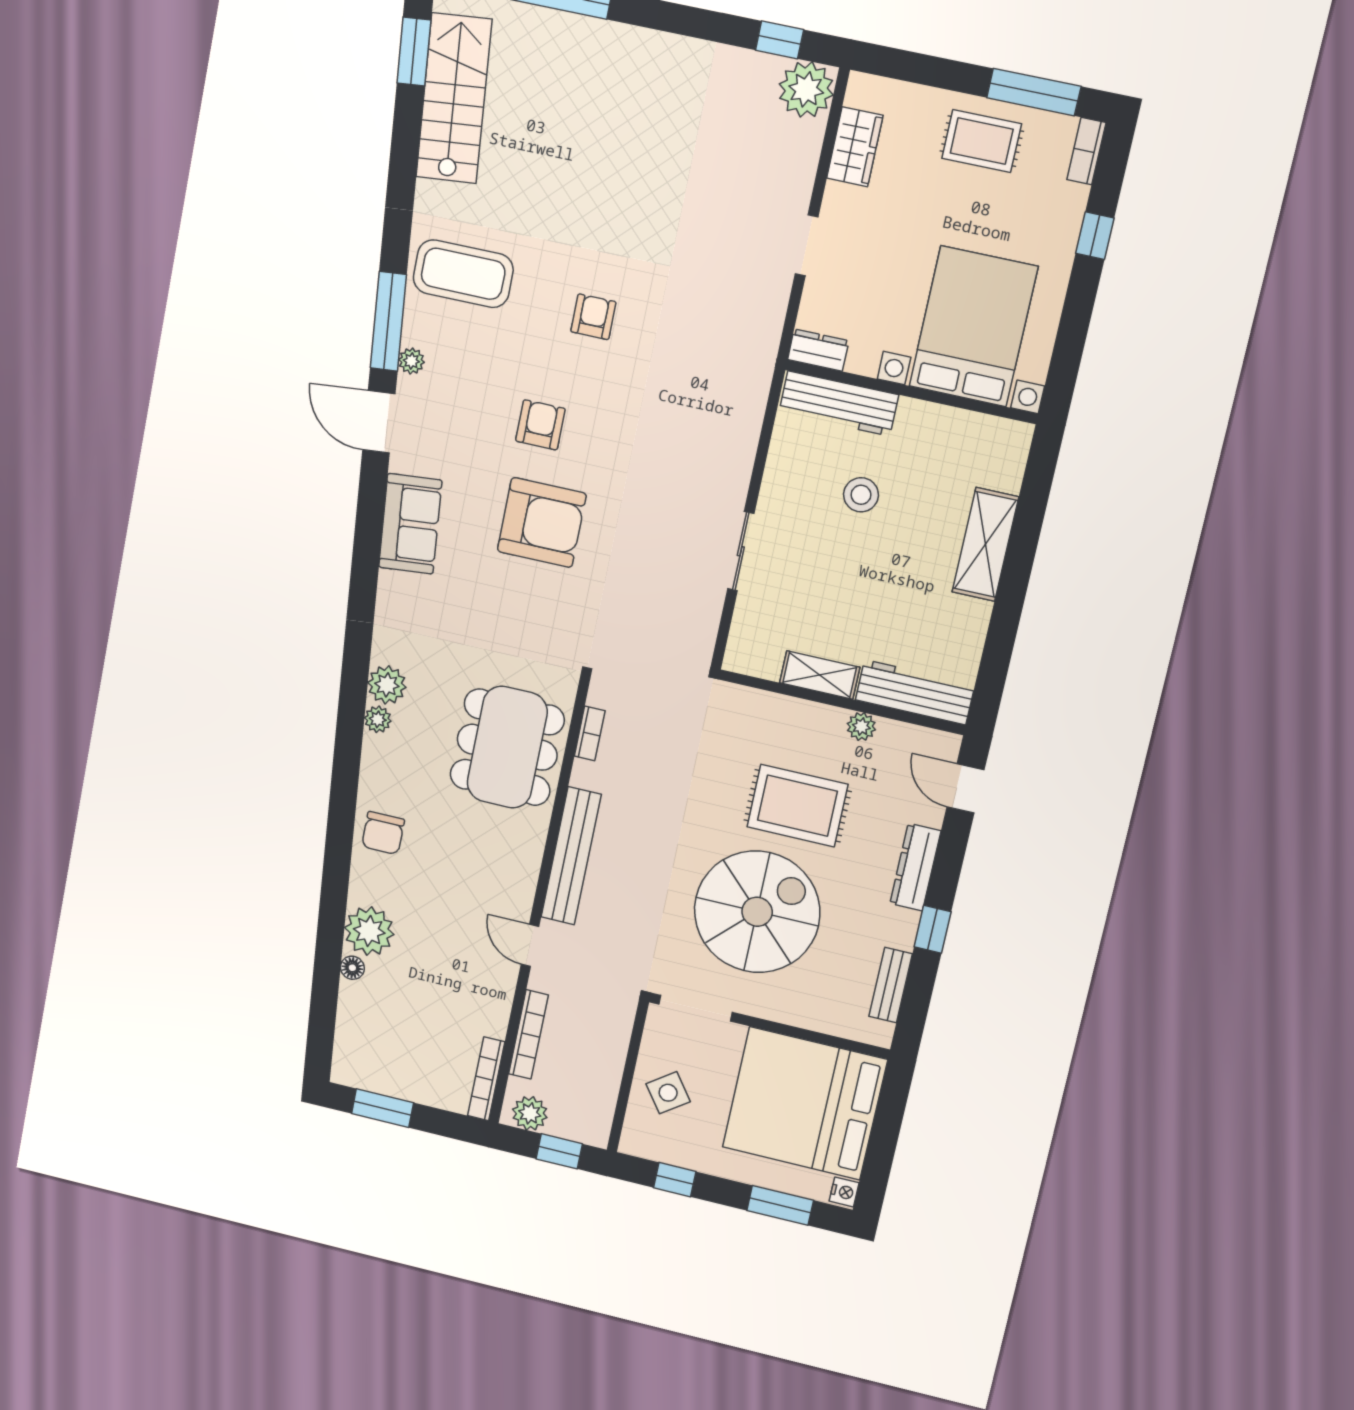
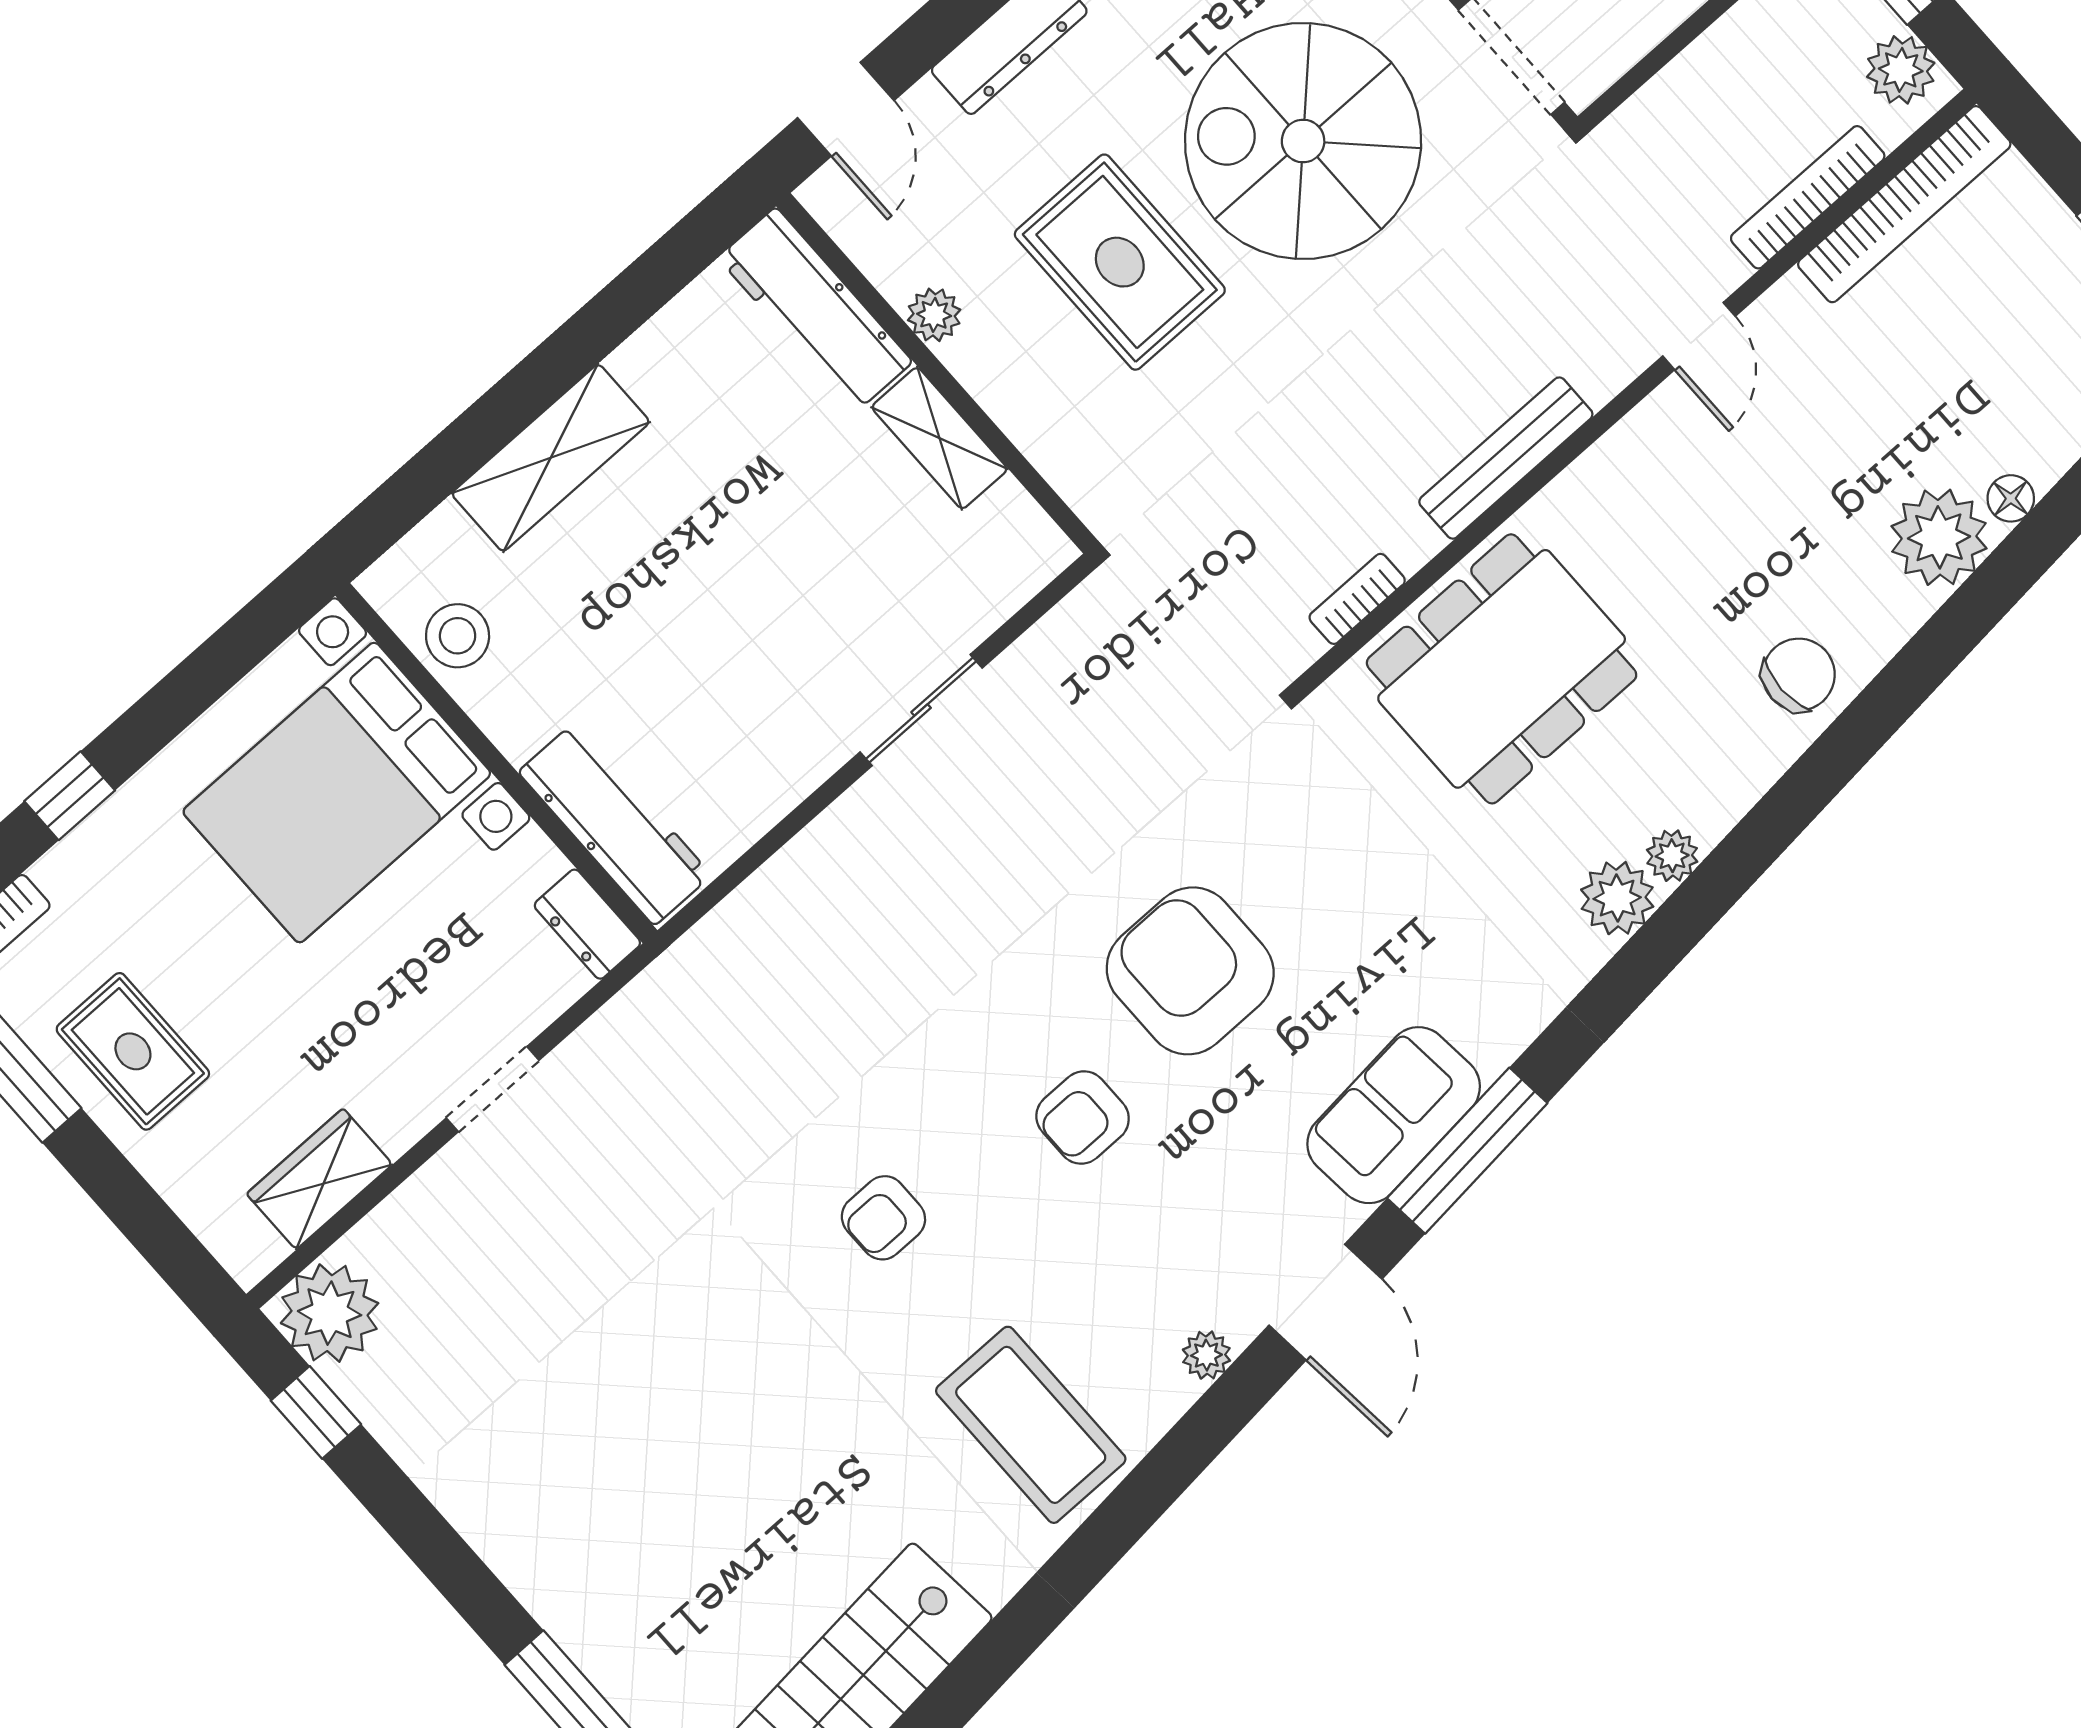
window: (388, 321) -> (1467, 1151), moved
stool: (861, 495) -> (458, 636), moved
bench: (571, 856) -> (1506, 458), width x0.73, depth x0.82
bookcase: (486, 1079) -> (1904, 204), width x1.48, depth x1.31

